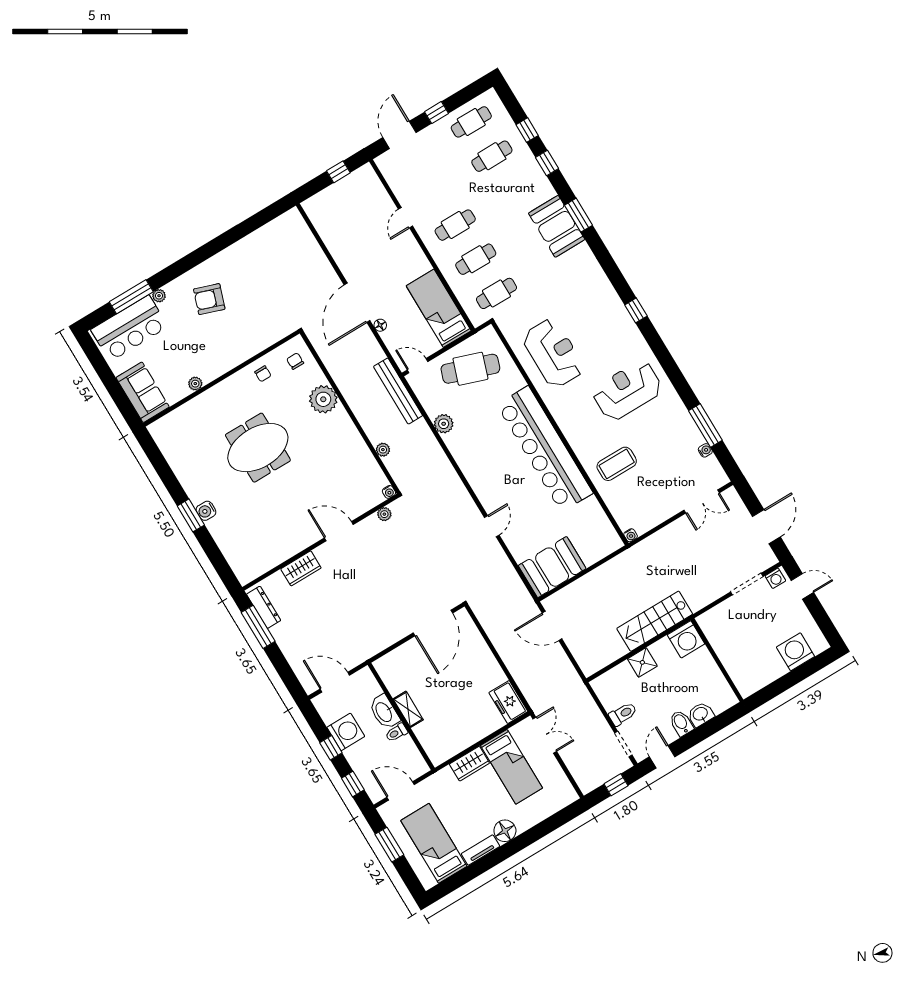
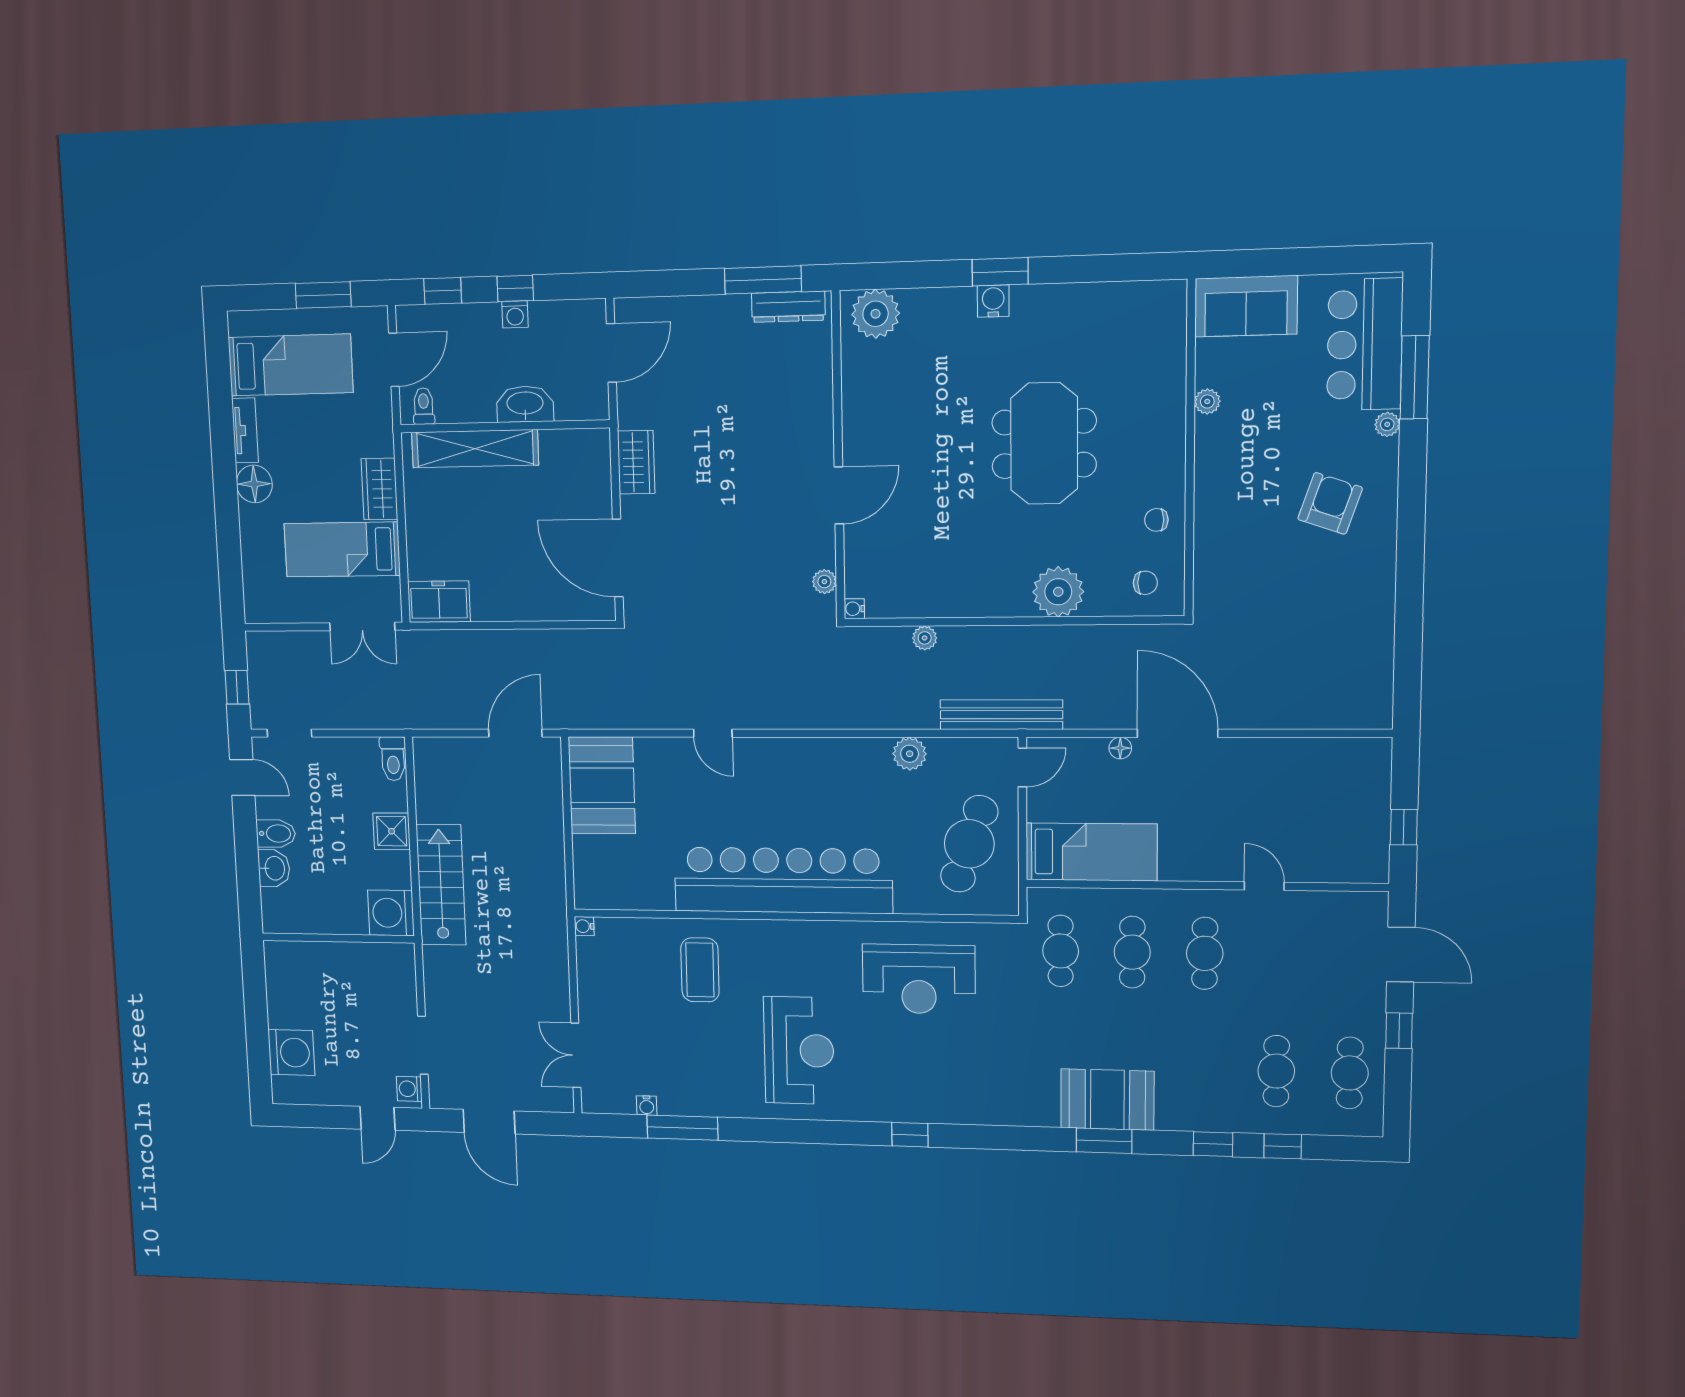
plant: (243, 563) -> (876, 314), added
wardrobe: (301, 568) -> (636, 462), moved, turned 180
shelving: (408, 709) -> (475, 449), width x2.20, depth x1.33
toilet: (623, 714) -> (393, 759), moved
washing machine: (346, 732) -> (515, 314), width x0.53, depth x0.53
toilet: (396, 733) -> (424, 406), moved

